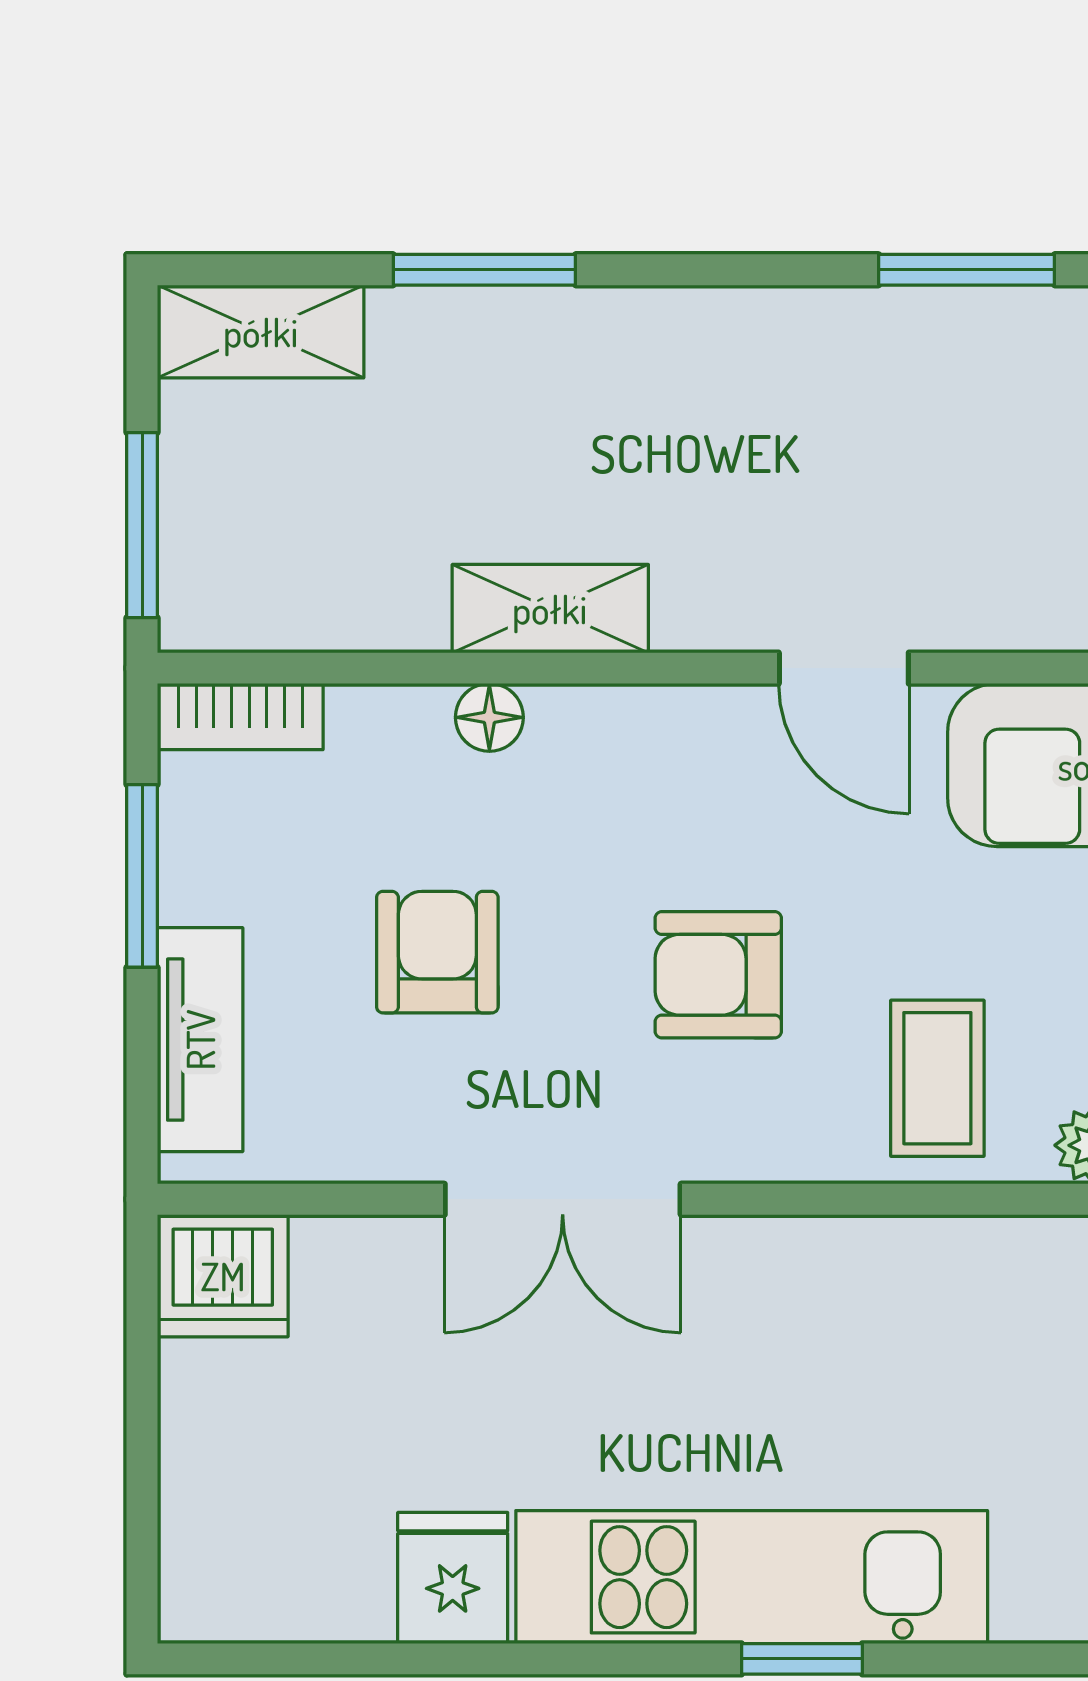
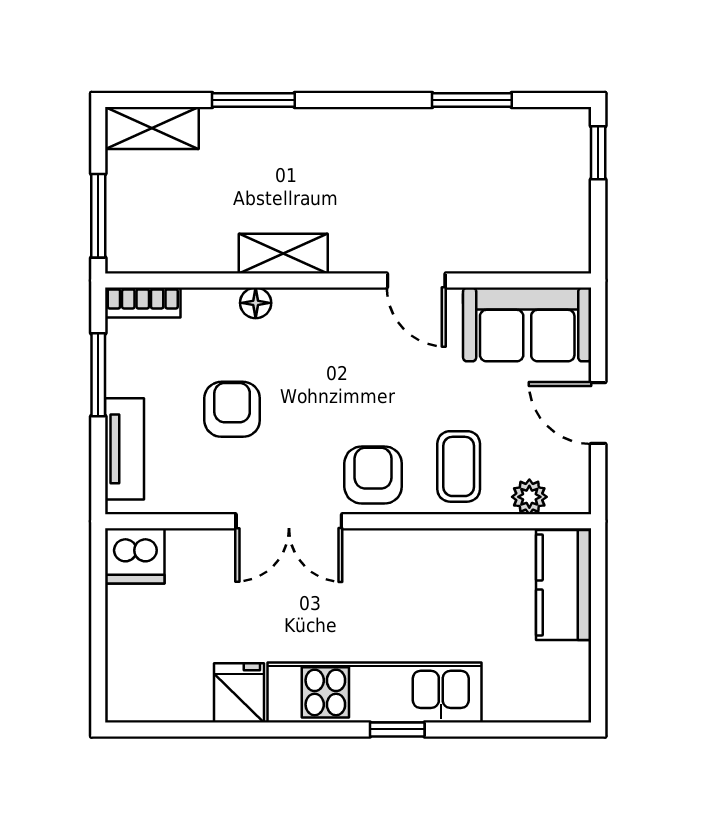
armchair: (718, 975) -> (373, 475), moved, turned 90

